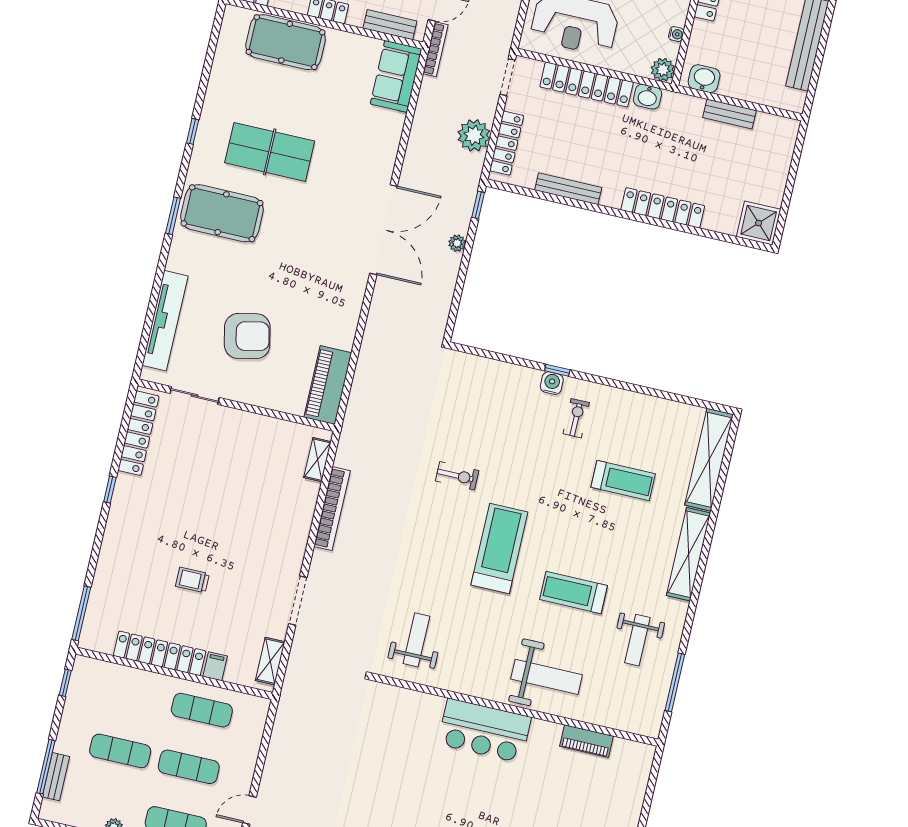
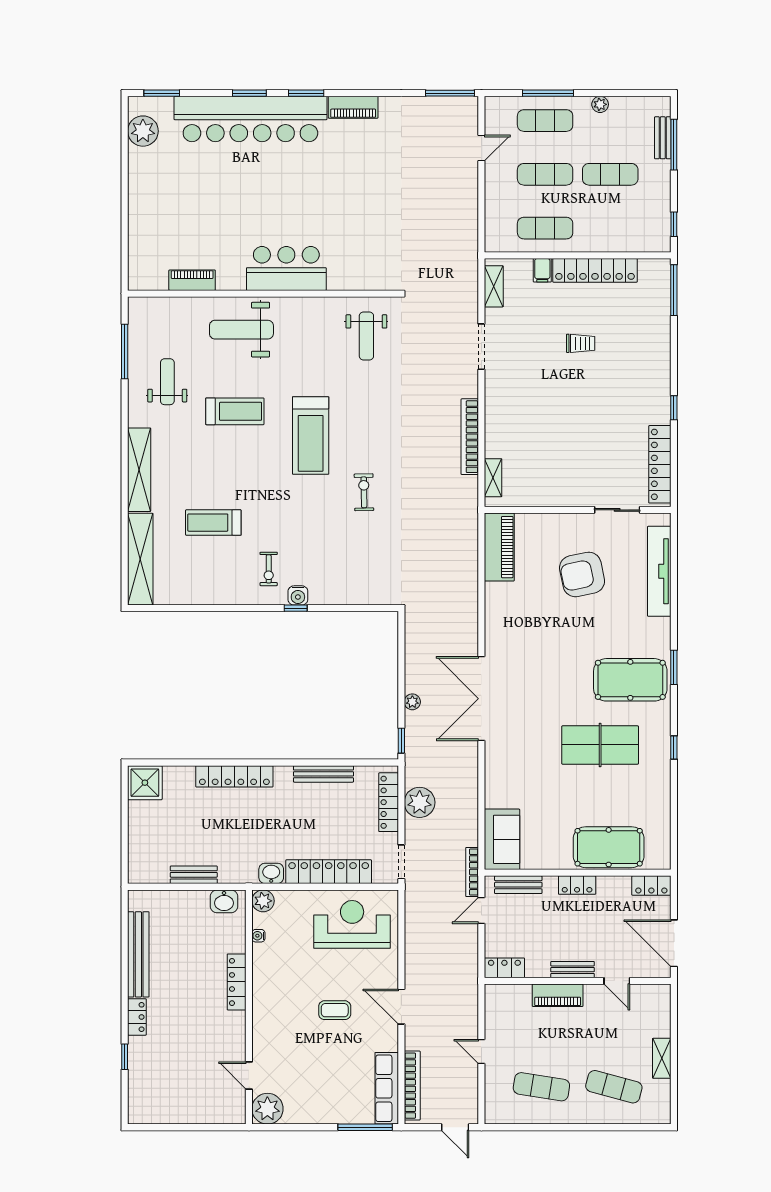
exercise bike: (457, 476) -> (364, 492), turned 89

